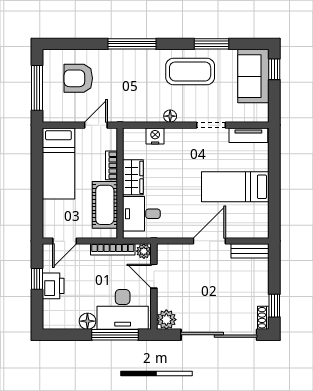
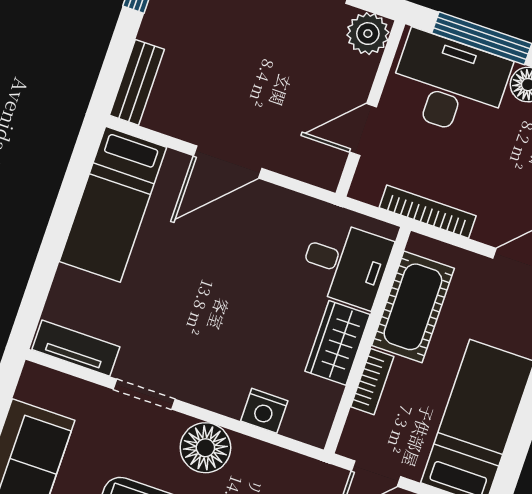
floor lamp: (170, 116) -> (205, 448), width x1.89, depth x1.89
bed: (235, 187) -> (113, 204), moved, turned 90
plant: (144, 251) -> (366, 187), removed
bench: (250, 251) -> (137, 82), moved, turned 90
door: (154, 276) -> (363, 130), swing flipped

